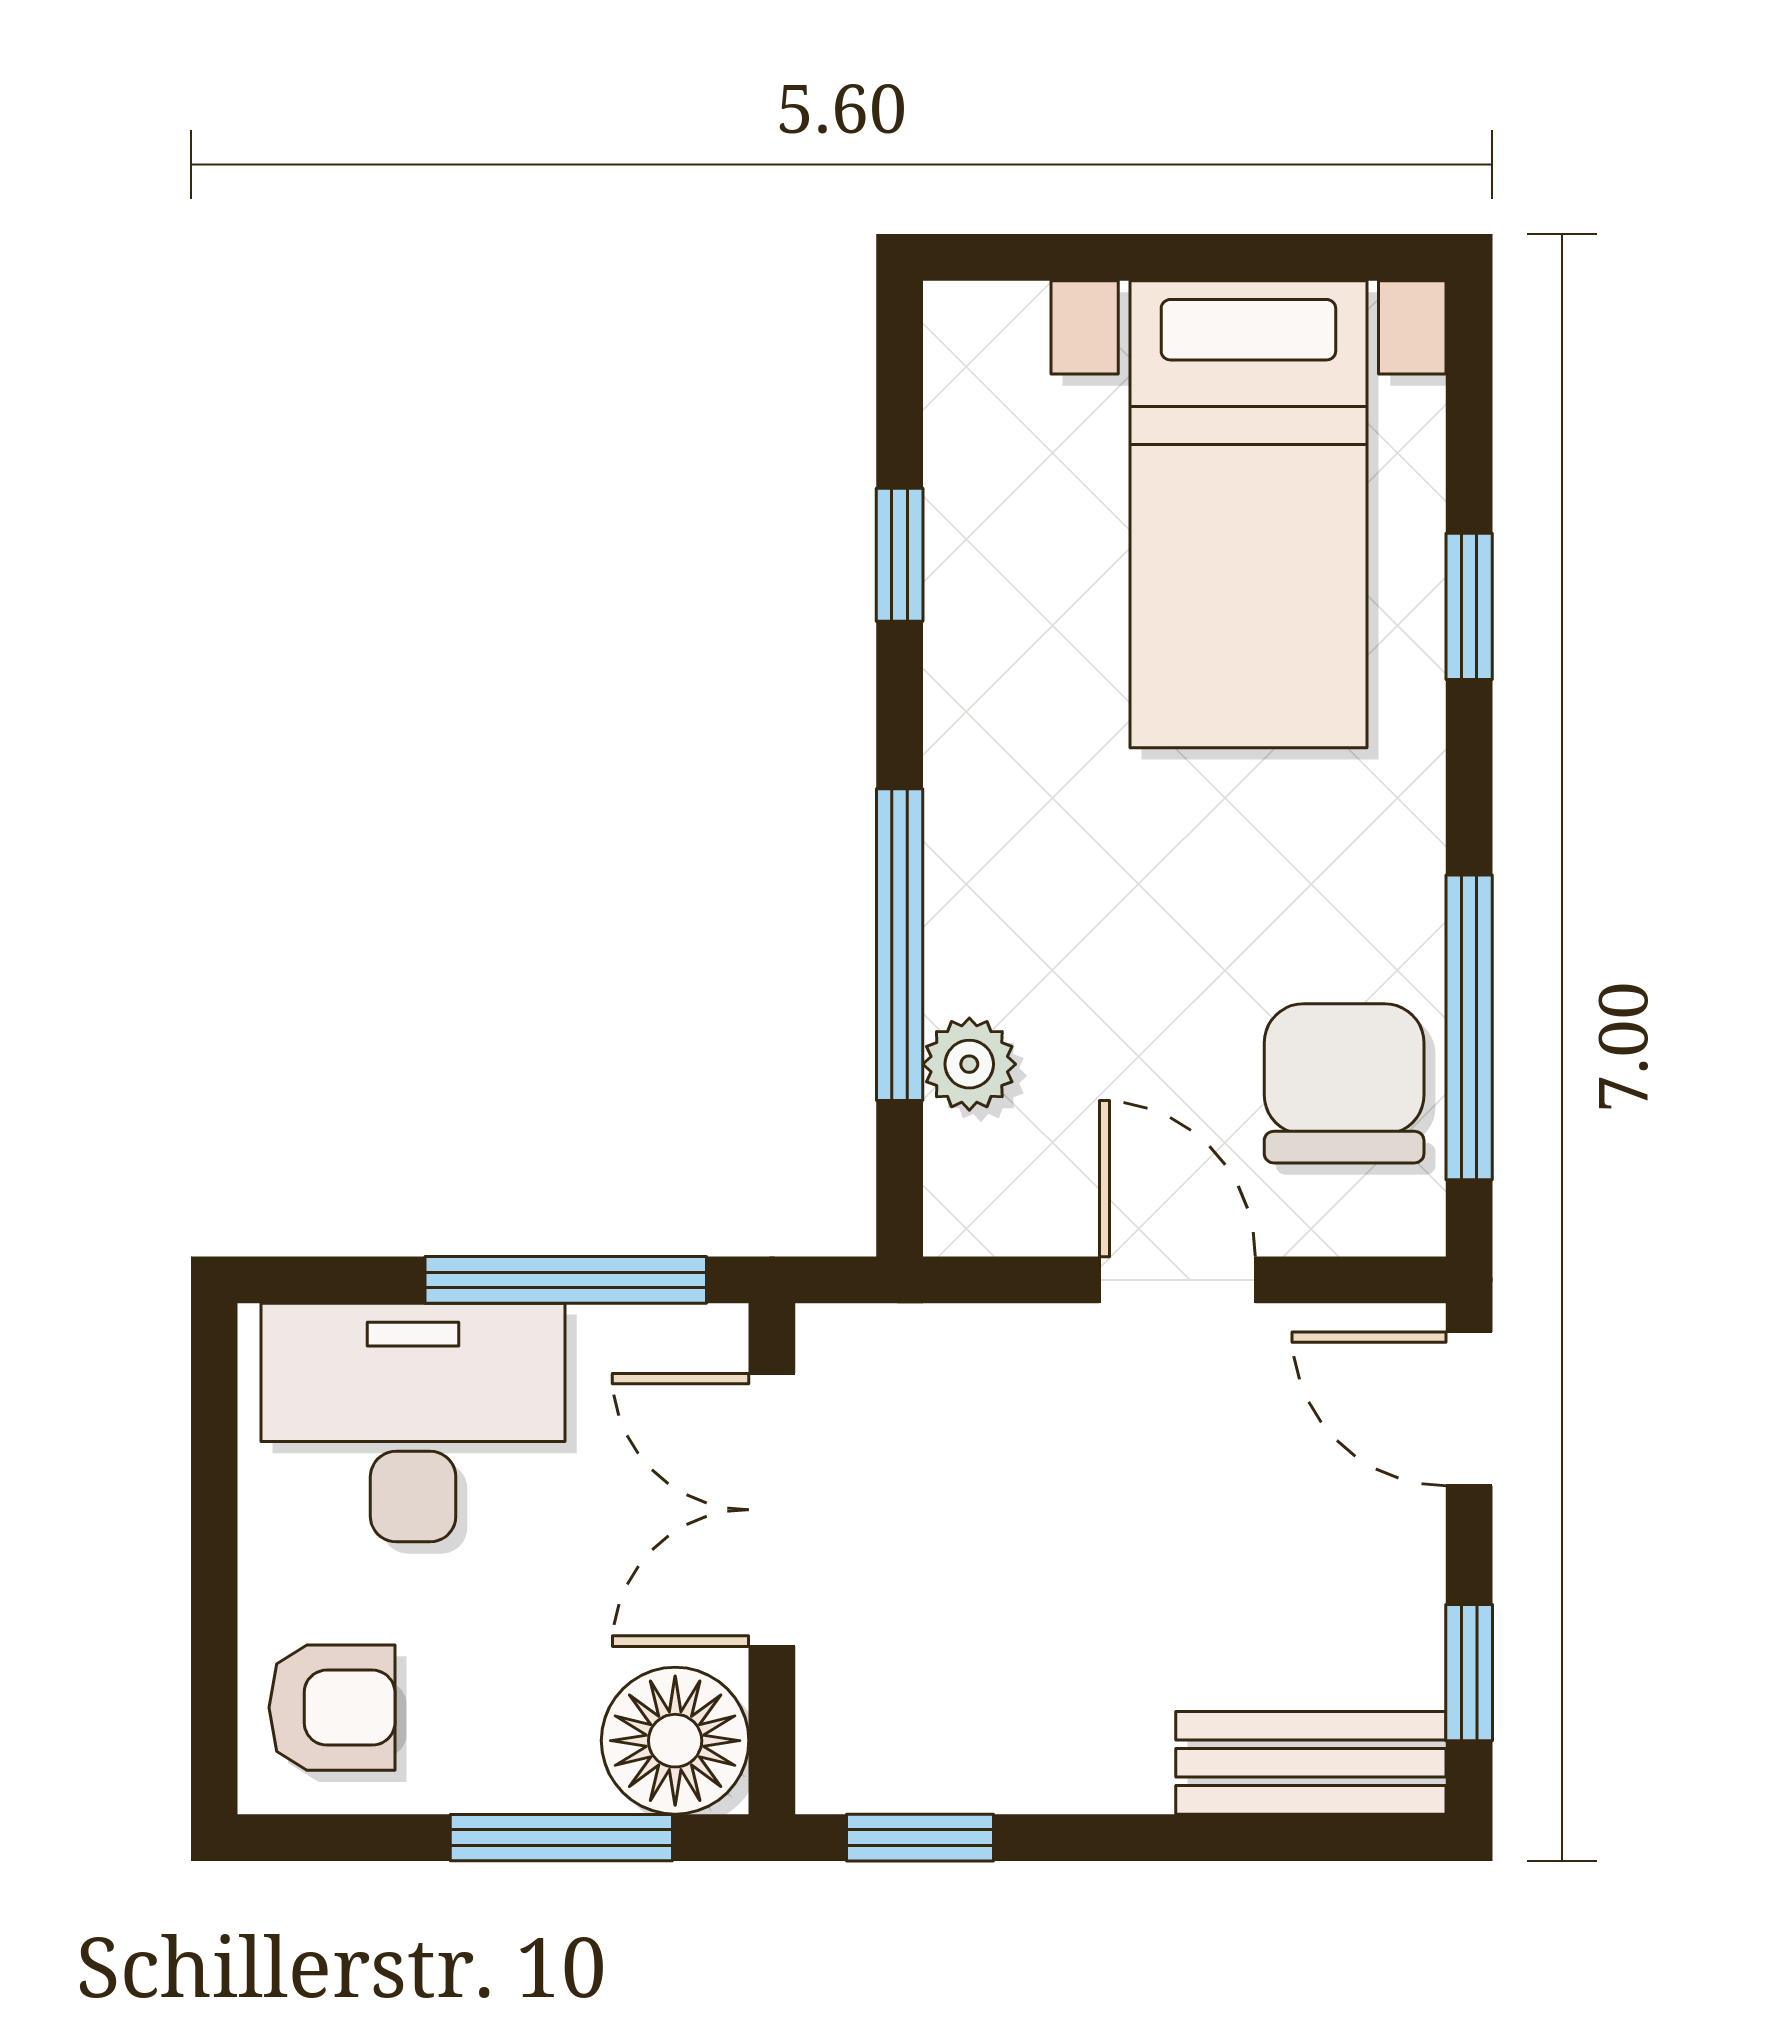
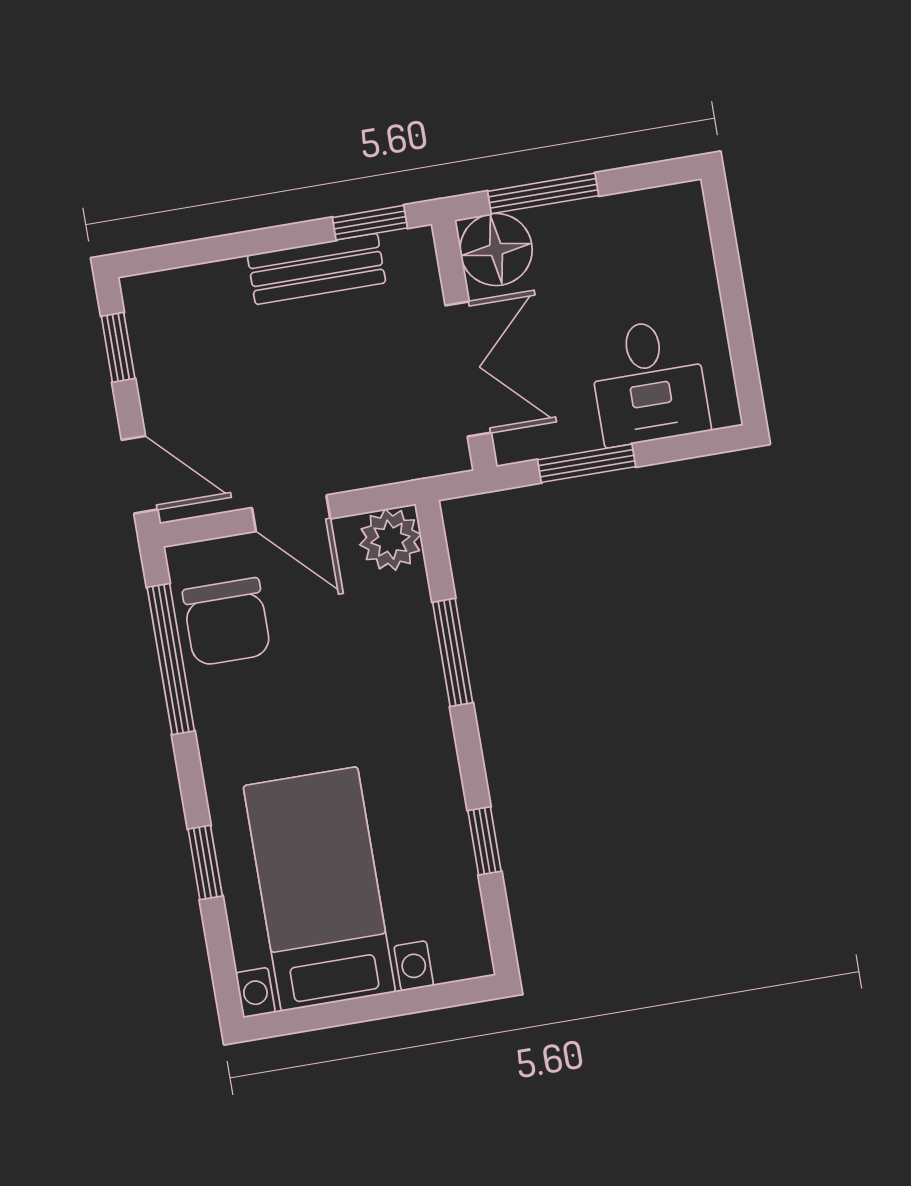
window: (900, 945) -> (453, 652), width x0.69
plant: (969, 1064) -> (390, 540), moved, width x1.38, depth x1.38
window: (566, 1280) -> (587, 463), width x0.69
desk: (413, 1423) -> (649, 382), width x0.73
armchair: (332, 1708) -> (665, 237), removed
bench: (1311, 1763) -> (316, 269), moved

